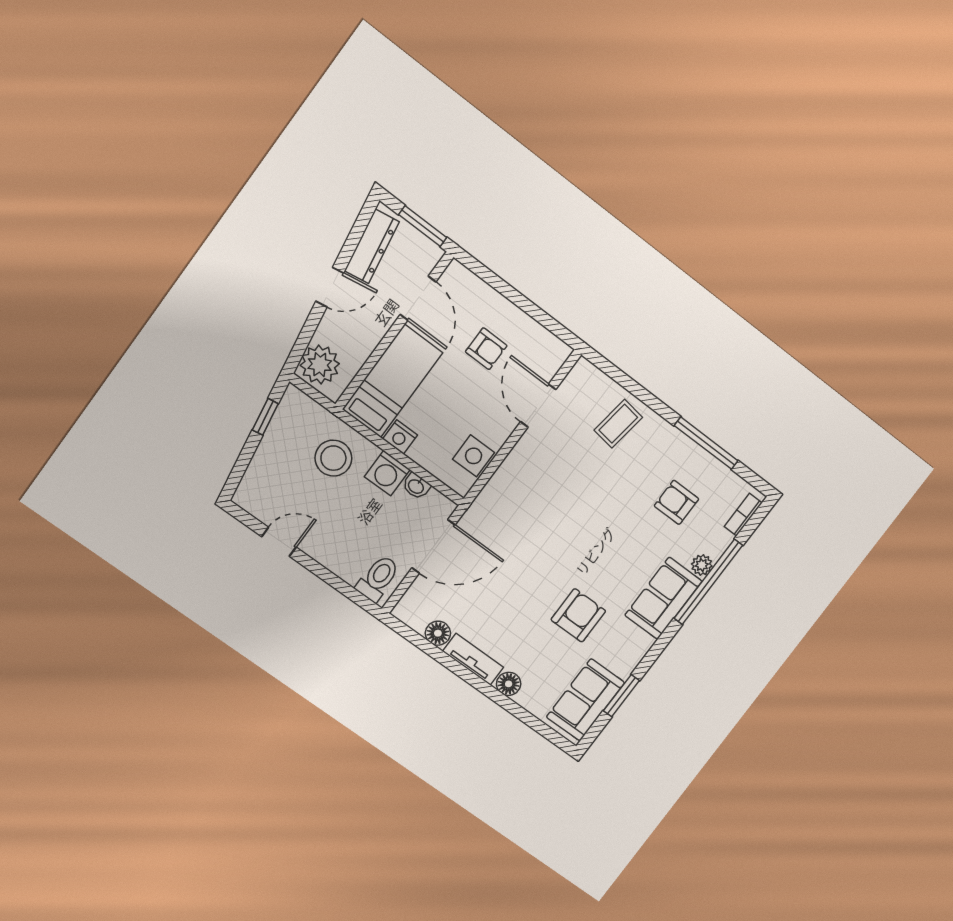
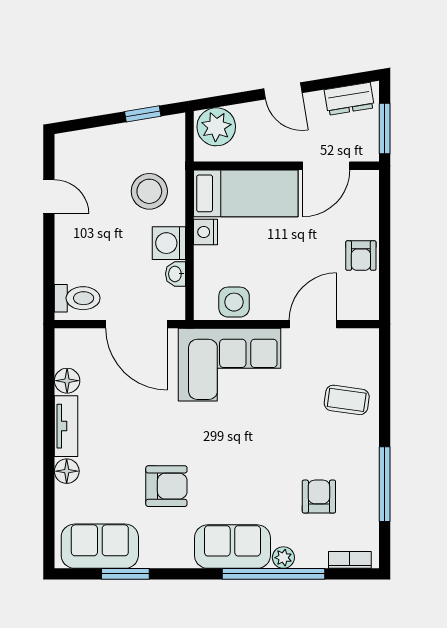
dresser: (372, 246) -> (349, 99), width x0.70
armchair: (486, 349) -> (361, 256), moved
corner sofa: (521, 496) -> (229, 365), added

